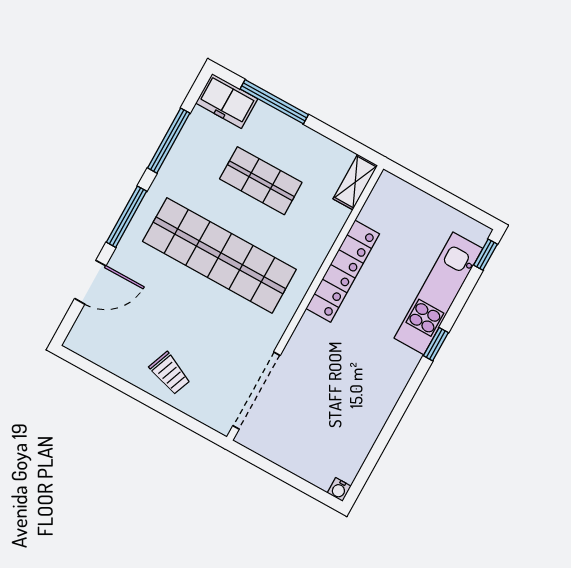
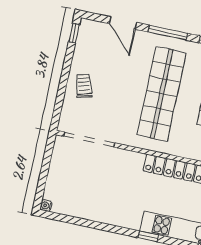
window: (83, 364) -> (74, 33), added
trolley: (170, 373) -> (84, 86), turned 143

